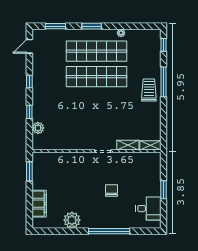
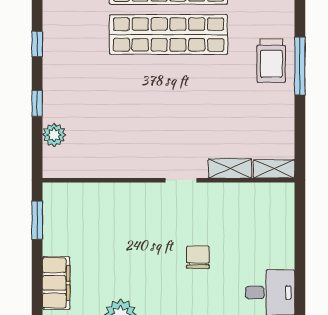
window: (164, 82) -> (300, 66), moved
trolley: (149, 90) -> (271, 61), turned 180
window: (164, 190) -> (300, 256), removed

